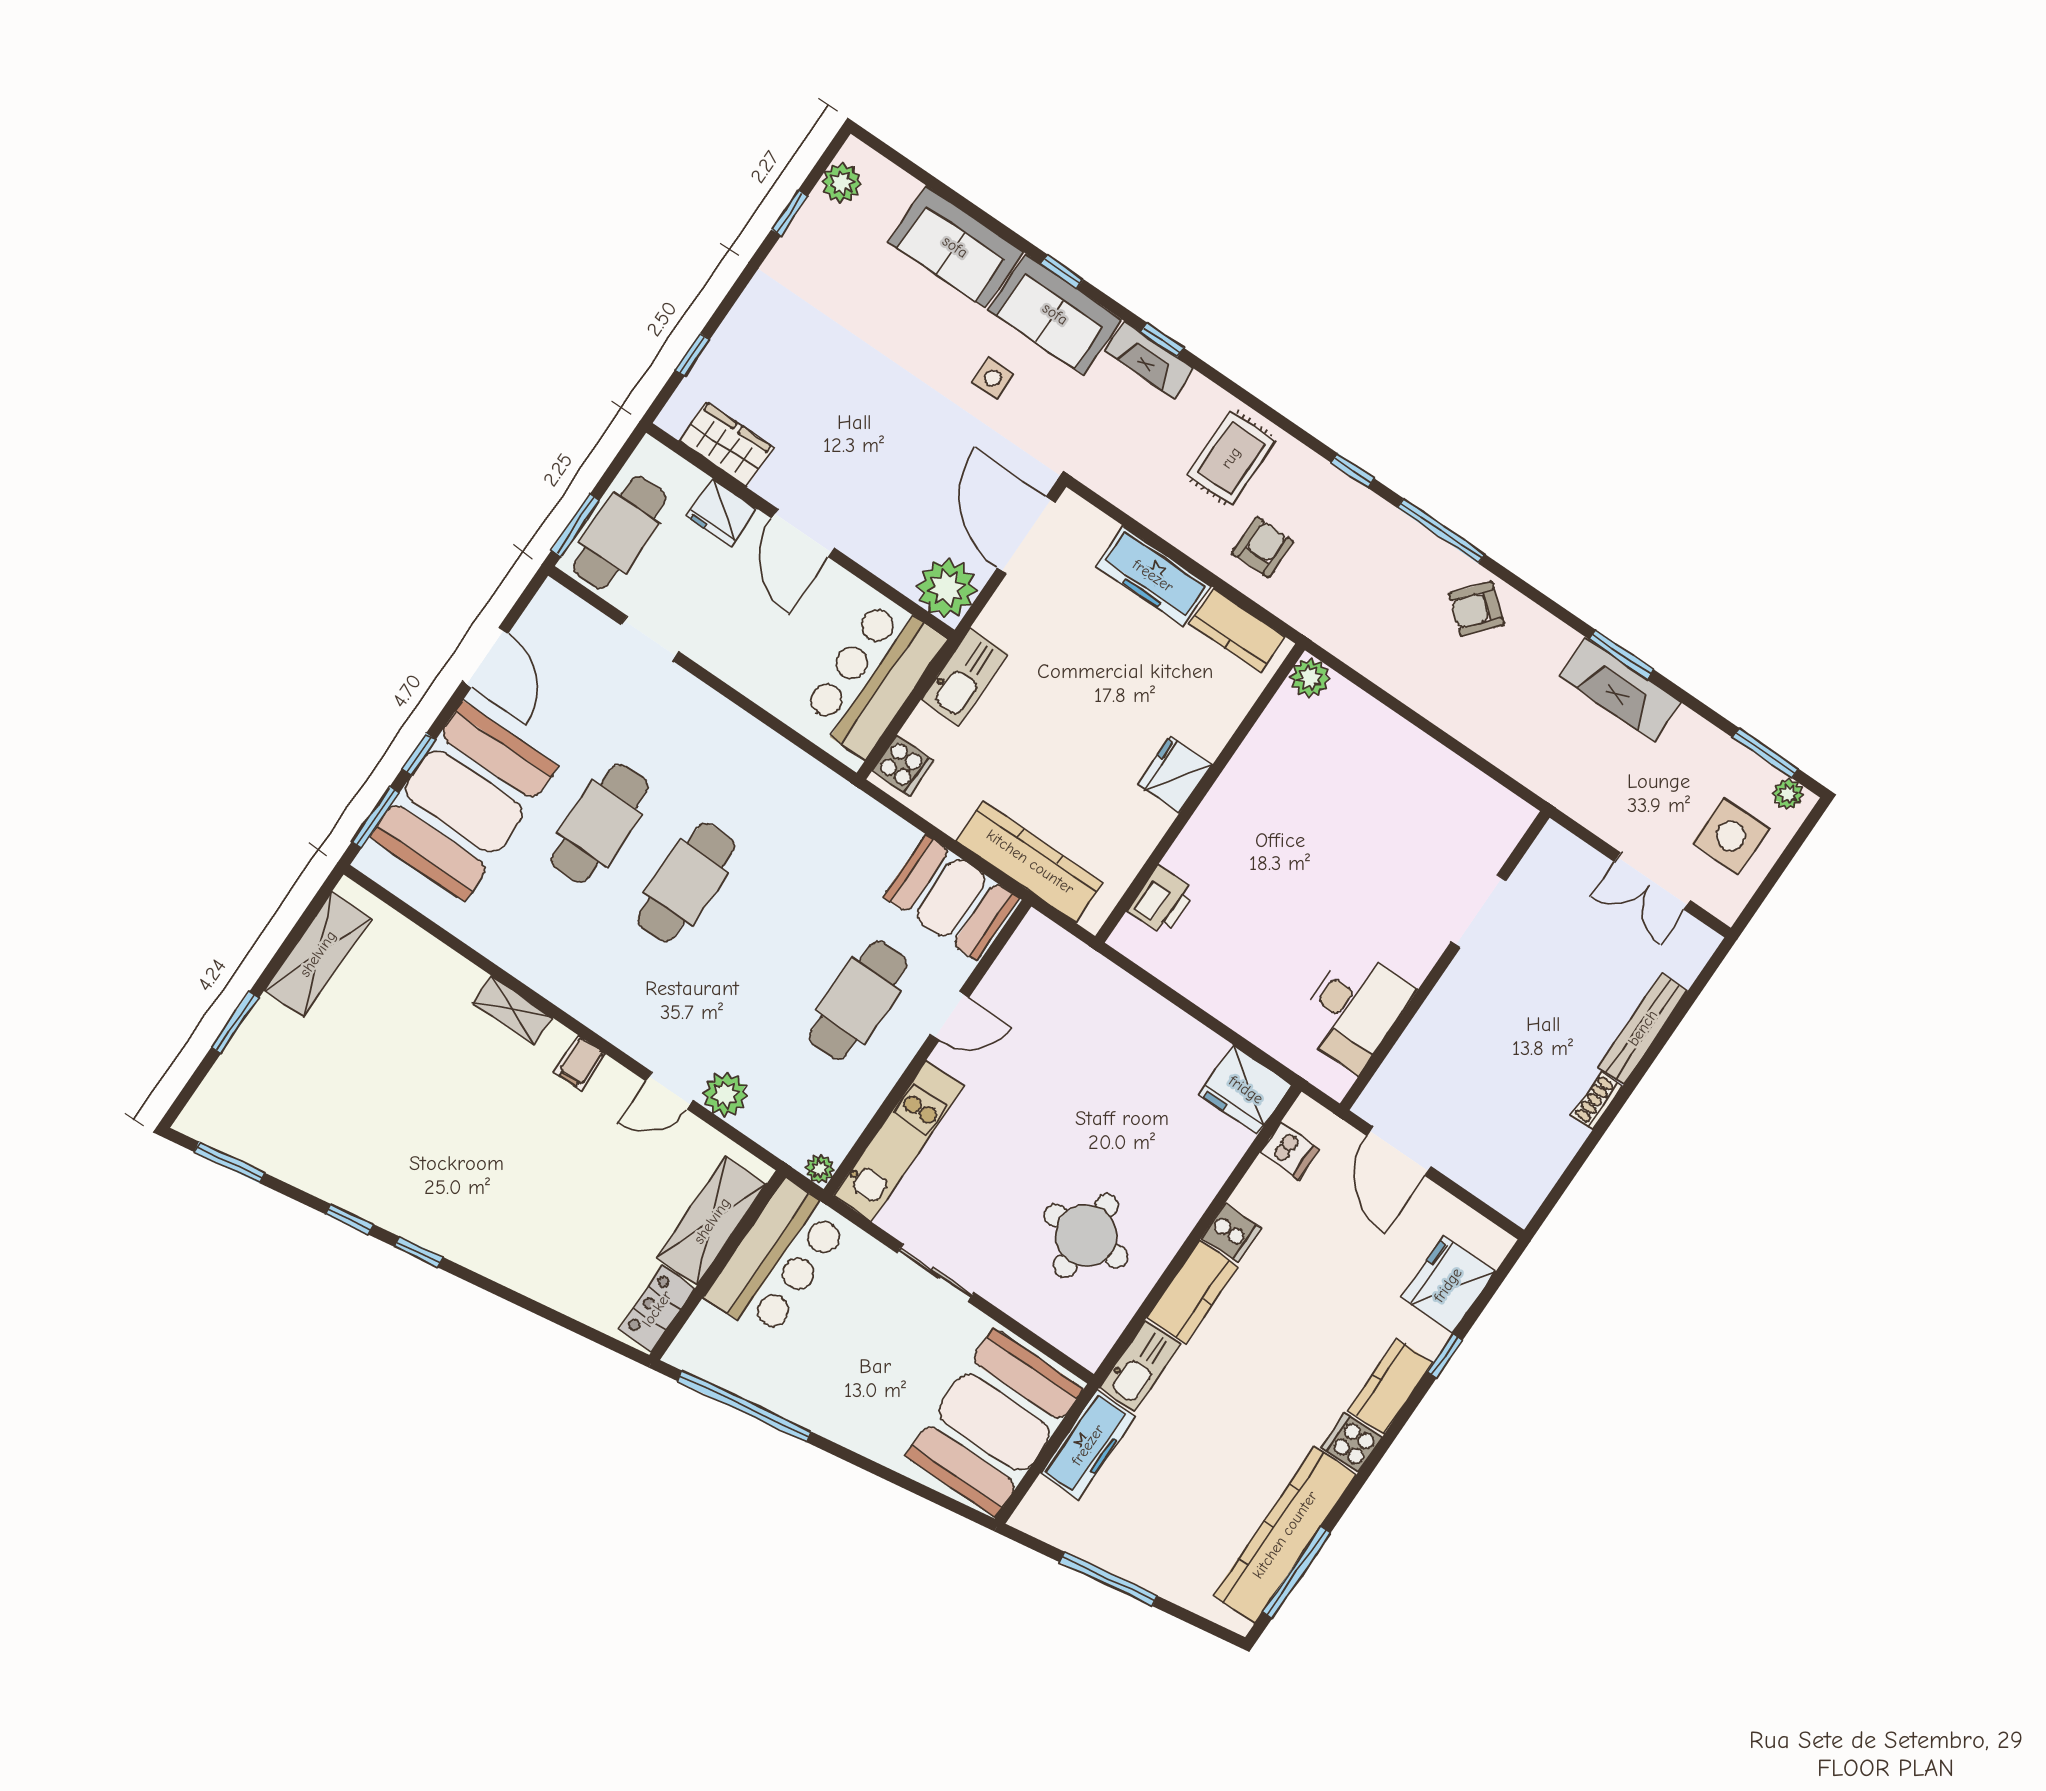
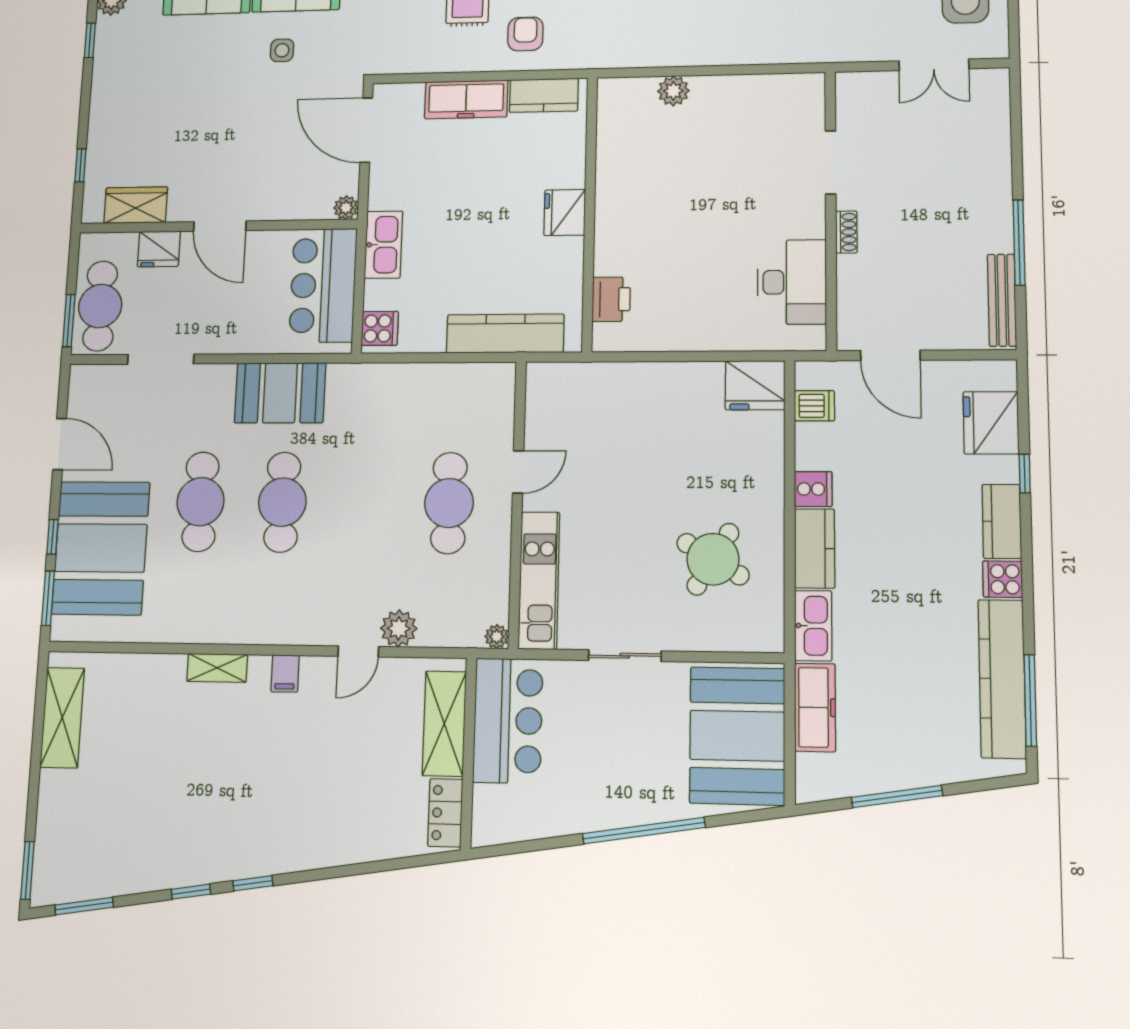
plant: (947, 588) -> (346, 208), width x0.53, depth x0.53
doorway: (650, 638) -> (161, 359), width x1.38
plant: (1310, 678) -> (673, 91), moved
booth: (951, 898) -> (280, 393), moved
window: (235, 1023) -> (27, 870), moved
bench: (1643, 1028) -> (1002, 300), moved
shoe rack: (1597, 1101) -> (846, 232), moved, turned 180
window: (1604, 1124) -> (1019, 243), added
round table: (1086, 1236) -> (713, 559), turned 31
window: (744, 1406) -> (644, 831), moved

